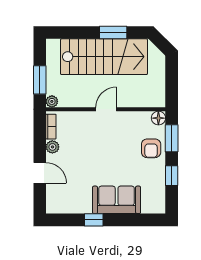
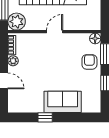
plant: (52, 101) -> (17, 22), width x1.87, depth x1.87
armchair: (151, 148) -> (89, 62), turned 180

